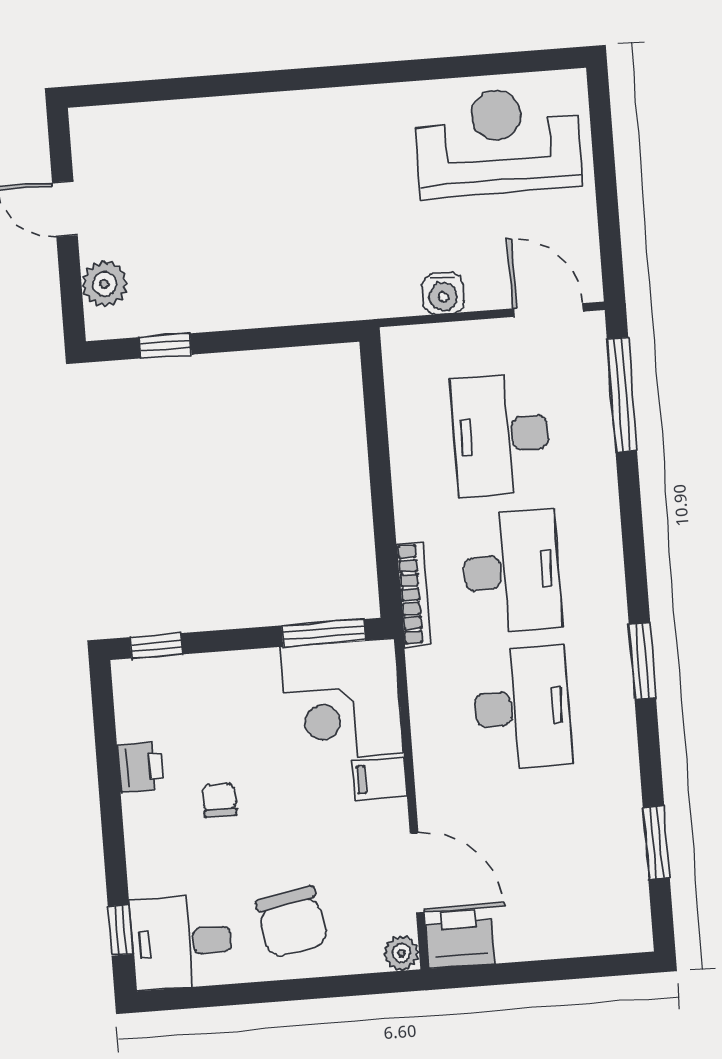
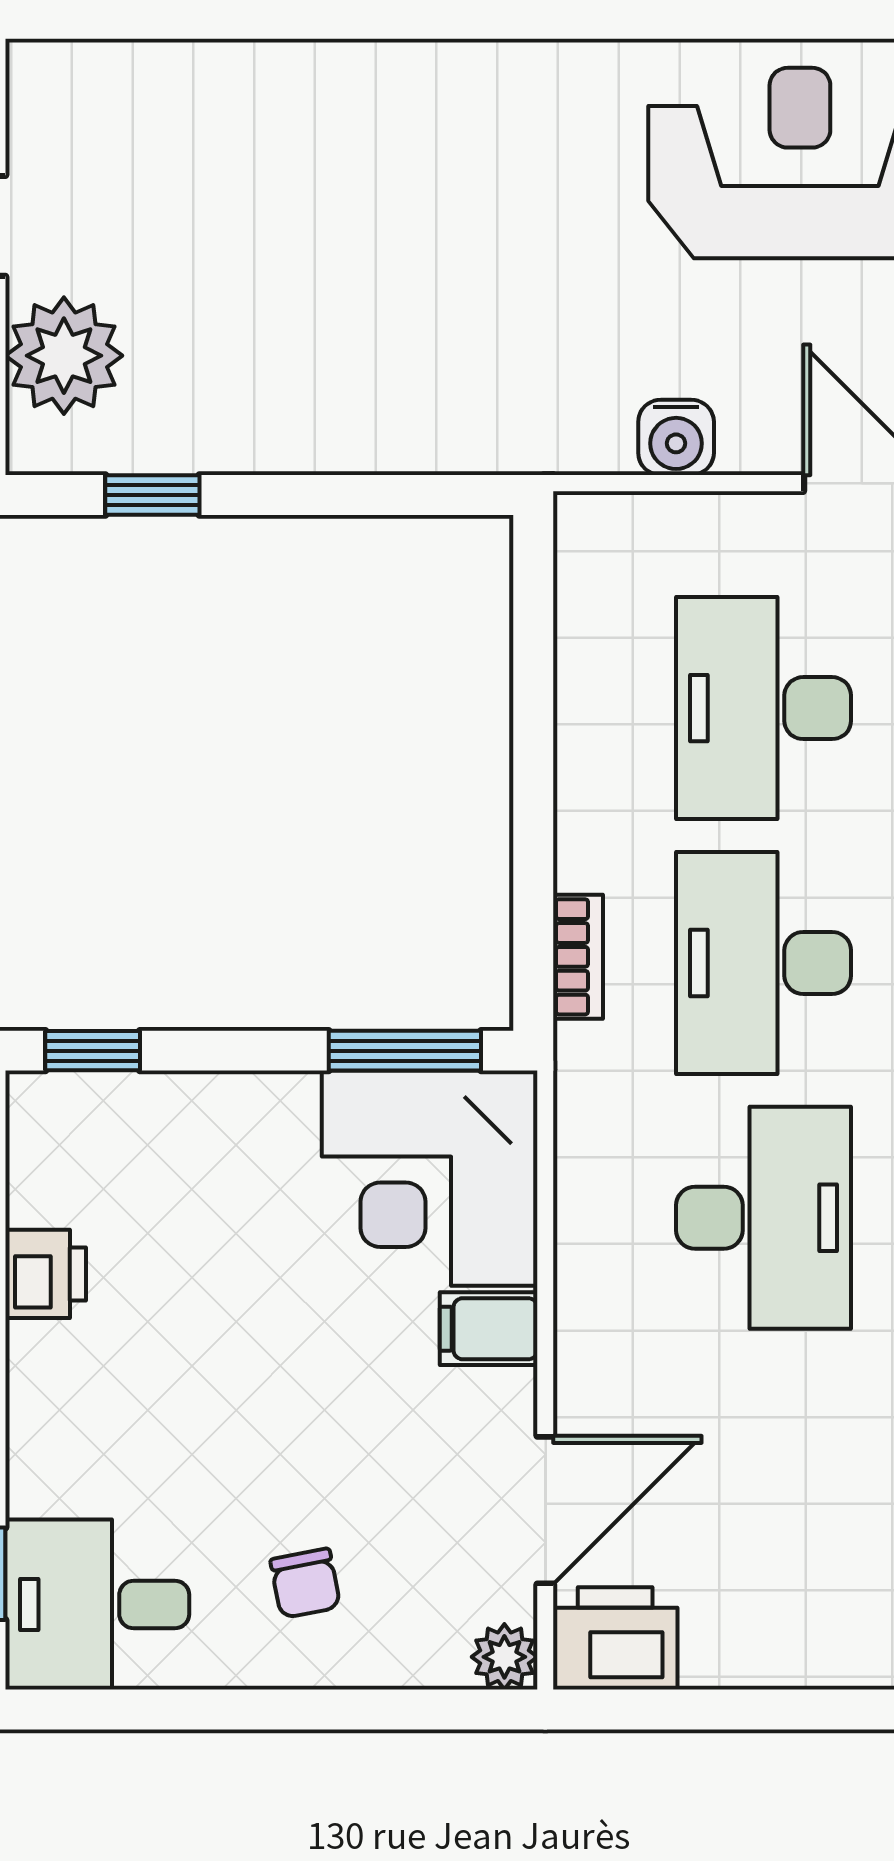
plant: (104, 284) -> (64, 356), width x1.36, depth x1.36
desk: (512, 571) -> (764, 963), turned 180
bookcase: (413, 594) -> (578, 957), width x0.64
chair: (219, 800) -> (188, 1346), removed
door: (417, 873) -> (545, 1510), hinge flipped
chair: (292, 922) -> (305, 1583), width x0.54, depth x0.54

